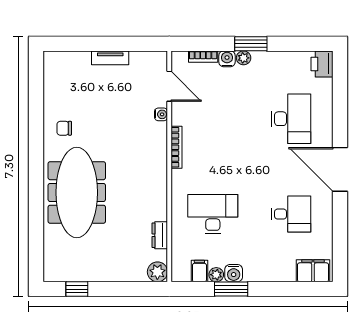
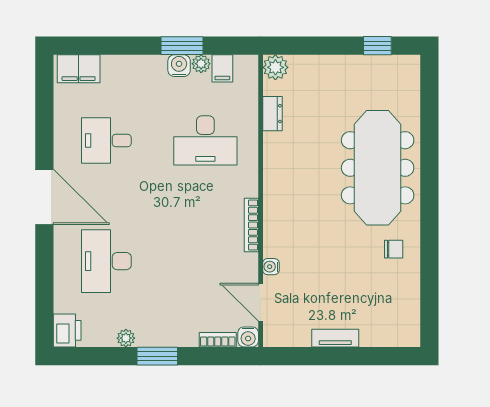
plant: (244, 58) -> (126, 338), moved
water cooler: (227, 59) -> (248, 337), moved

